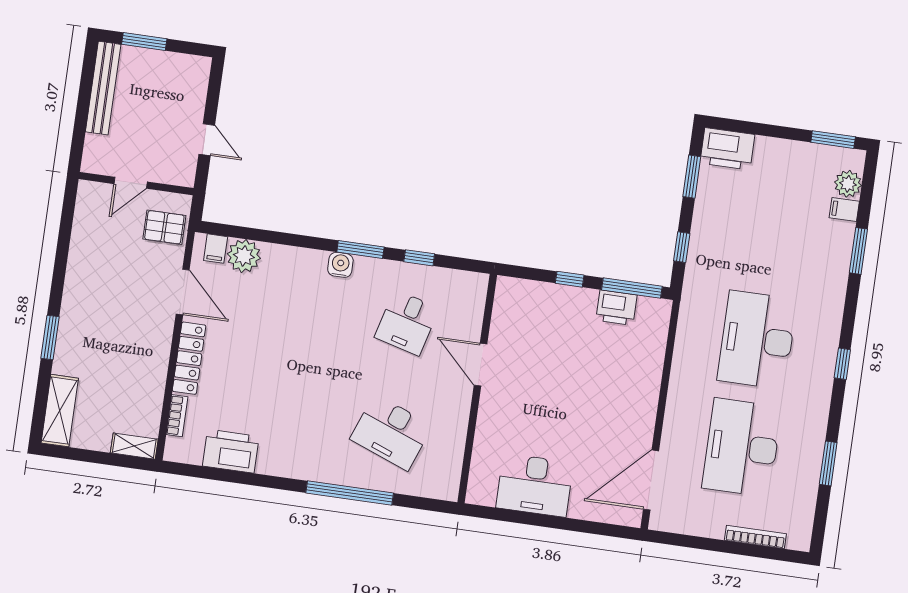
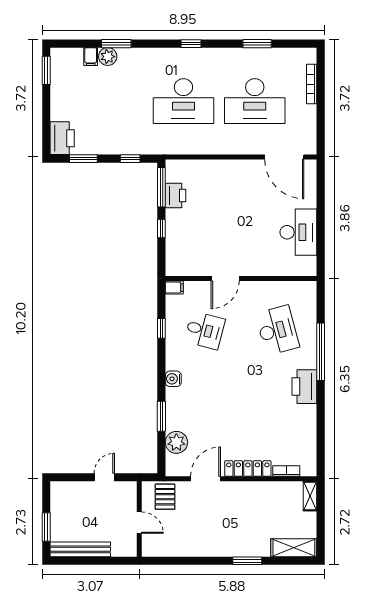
plant: (848, 184) -> (108, 57), moved
filing cabinet: (216, 249) -> (174, 288), moved
window: (360, 249) -> (161, 416), moved
desk: (391, 432) -> (277, 330), turned -36
printer: (231, 451) -> (304, 387), moved

